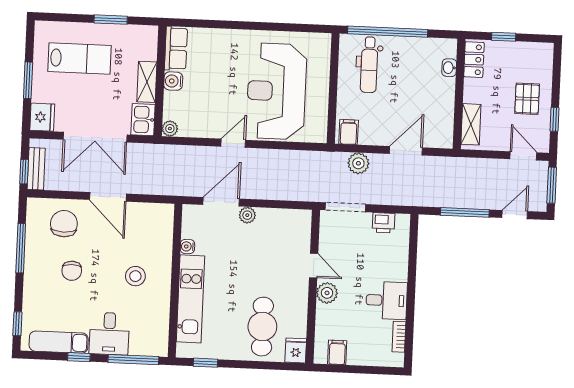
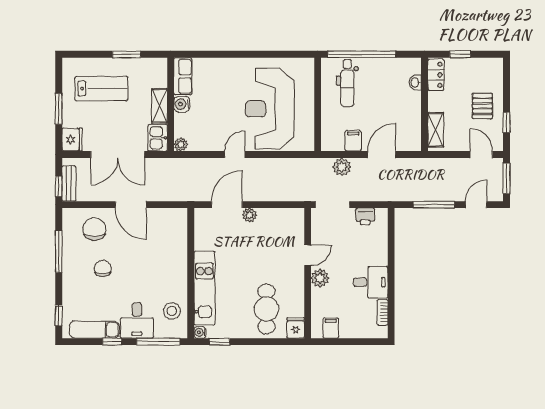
filing cabinet: (349, 132) -> (353, 141), moved
water cooler: (187, 246) -> (200, 332), moved
door: (314, 266) -> (308, 255), hinge flipped
chair: (72, 271) -> (103, 269), turned 180
stool: (135, 276) -> (172, 311), moved

